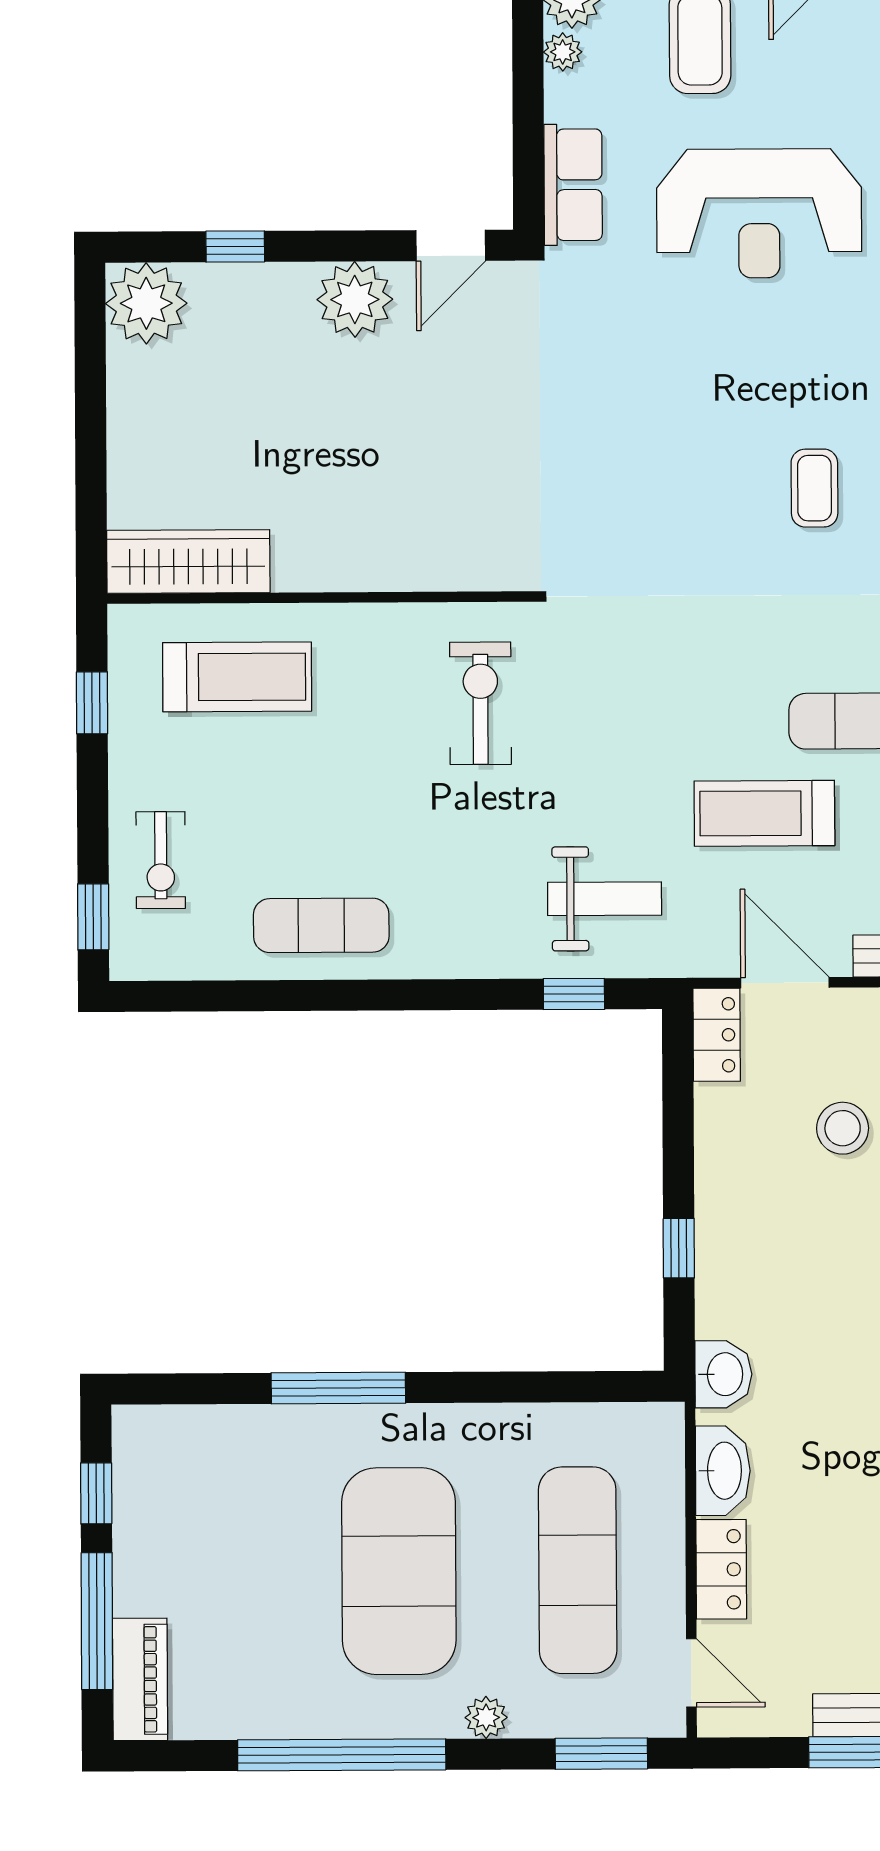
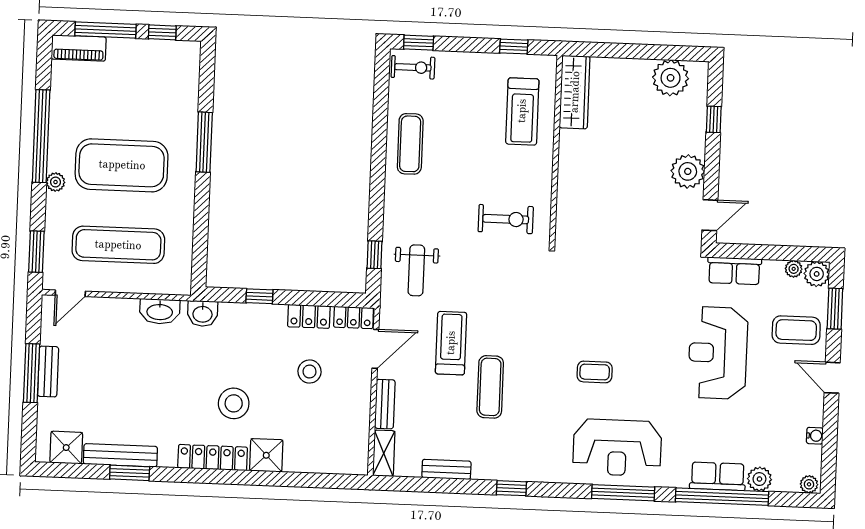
door: (451, 245) -> (710, 215), swing flipped
plant: (146, 303) -> (671, 78), moved
exercise bike: (161, 860) -> (413, 67), moved, turned 180
locker: (721, 1569) -> (309, 316), moved
plant: (486, 1717) -> (56, 182), moved

